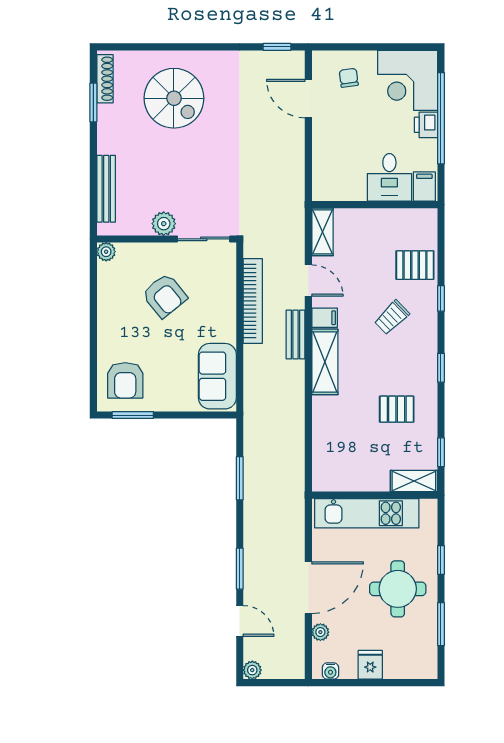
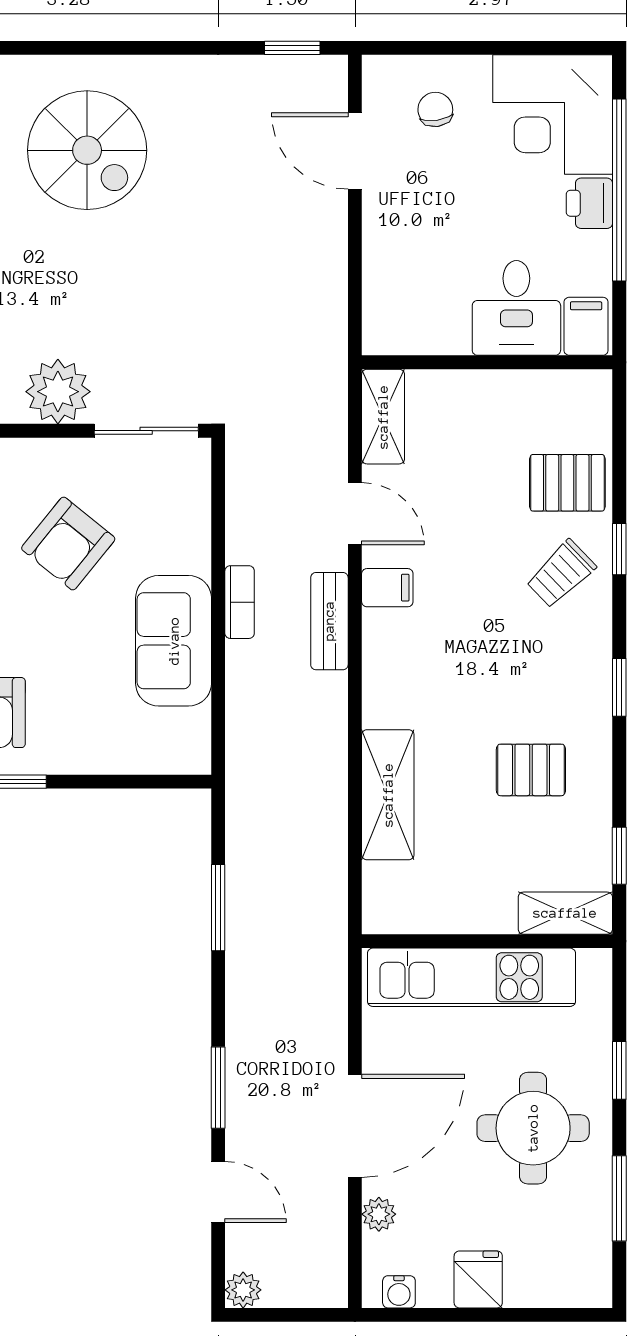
plant: (164, 224) -> (58, 392), width x1.36, depth x1.36
armchair: (165, 296) -> (68, 544), turned 78
bookcase: (253, 301) -> (240, 602), width x0.43, depth x0.76
trolley: (392, 317) -> (561, 574), moved
shelving: (325, 362) -> (388, 795), moved
sofa: (217, 376) -> (174, 641), moved

